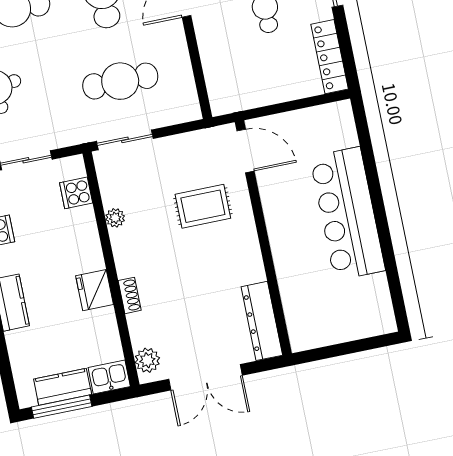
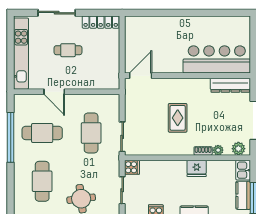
cooker: (76, 193) -> (132, 167), moved, turned -90
rug: (203, 206) -> (178, 118), moved
bar counter: (347, 214) -> (217, 59), moved, turned 180
plant: (115, 218) -> (218, 150), moved

